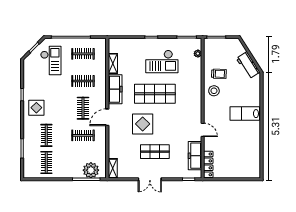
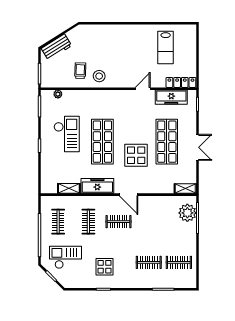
workbench: (248, 65) -> (57, 47), moved
display table: (36, 108) -> (104, 267), moved
lab bench: (245, 114) -> (166, 48), moved
clothes rail: (83, 135) -> (149, 222), removed
shop shelf: (155, 152) -> (167, 142), width x1.43, depth x1.36

